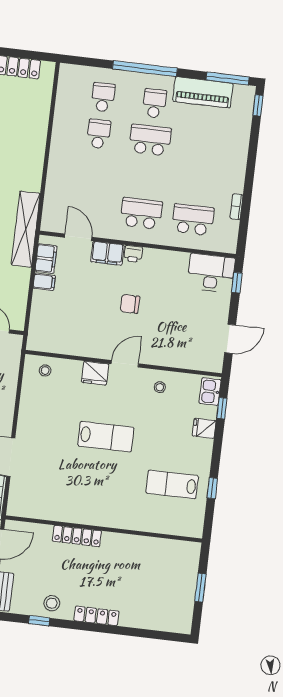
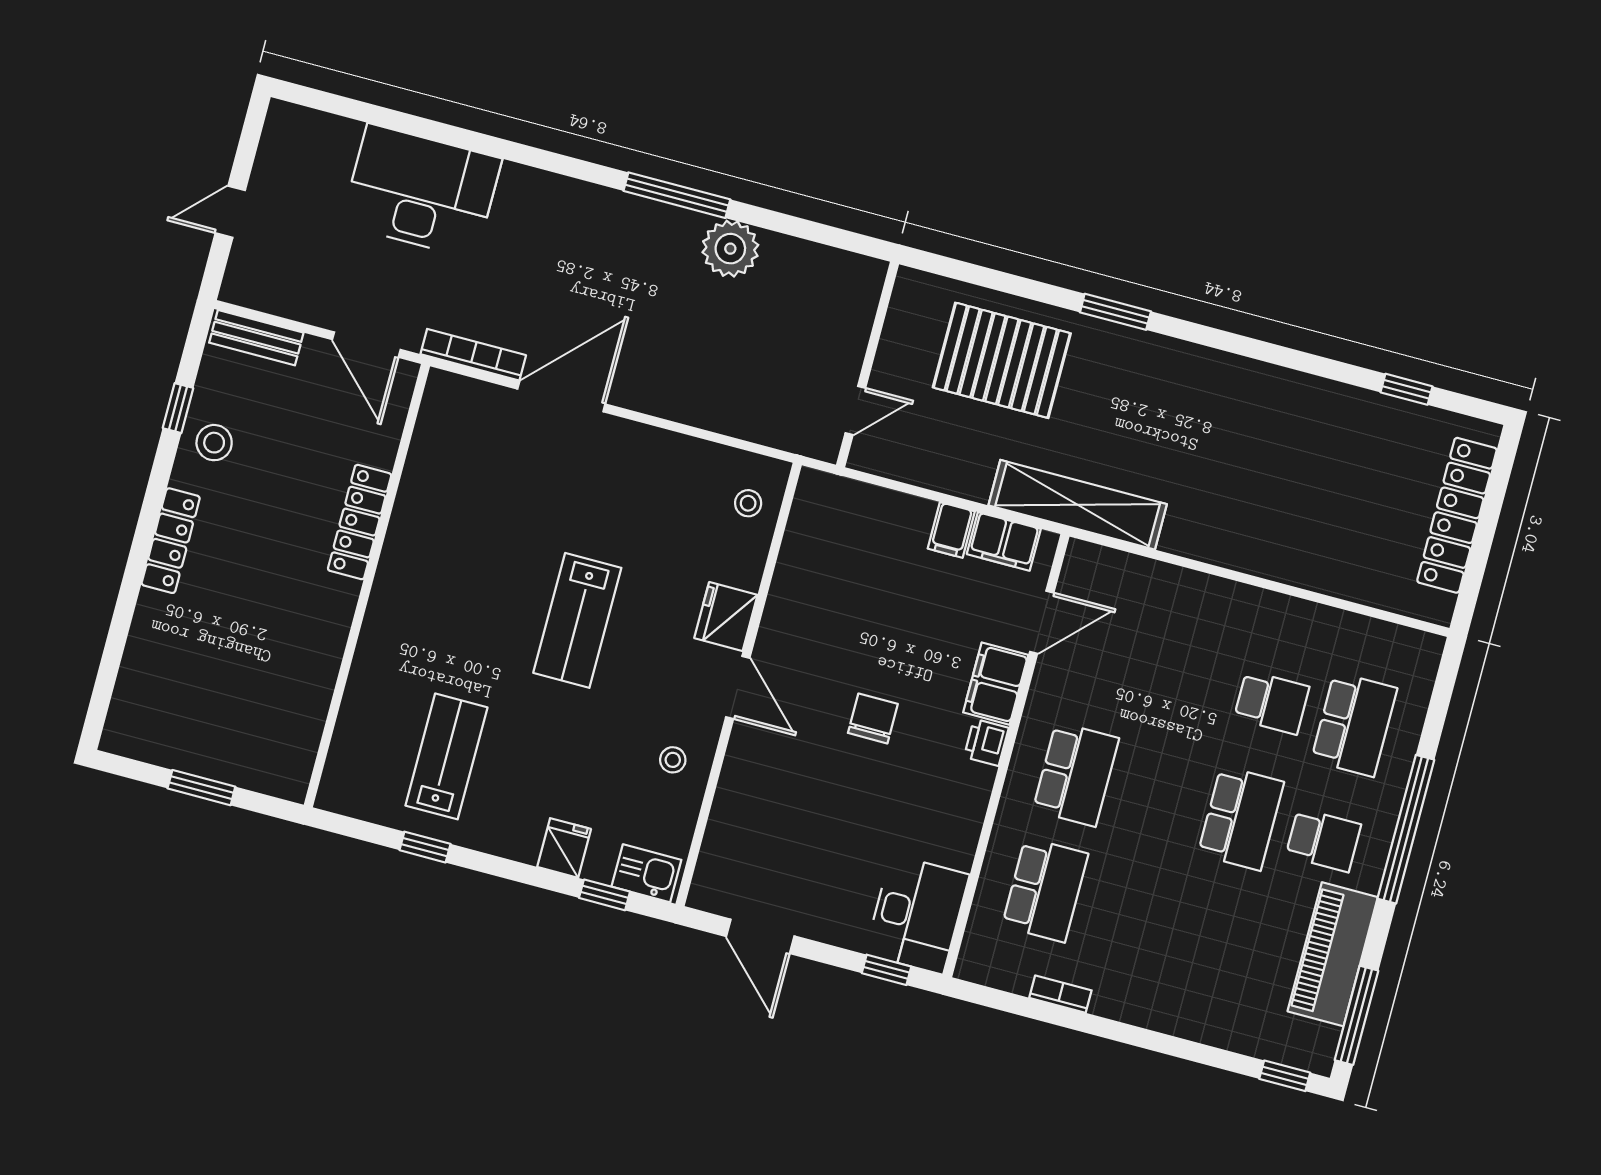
school desk: (103, 97) -> (1354, 724), width x1.85

